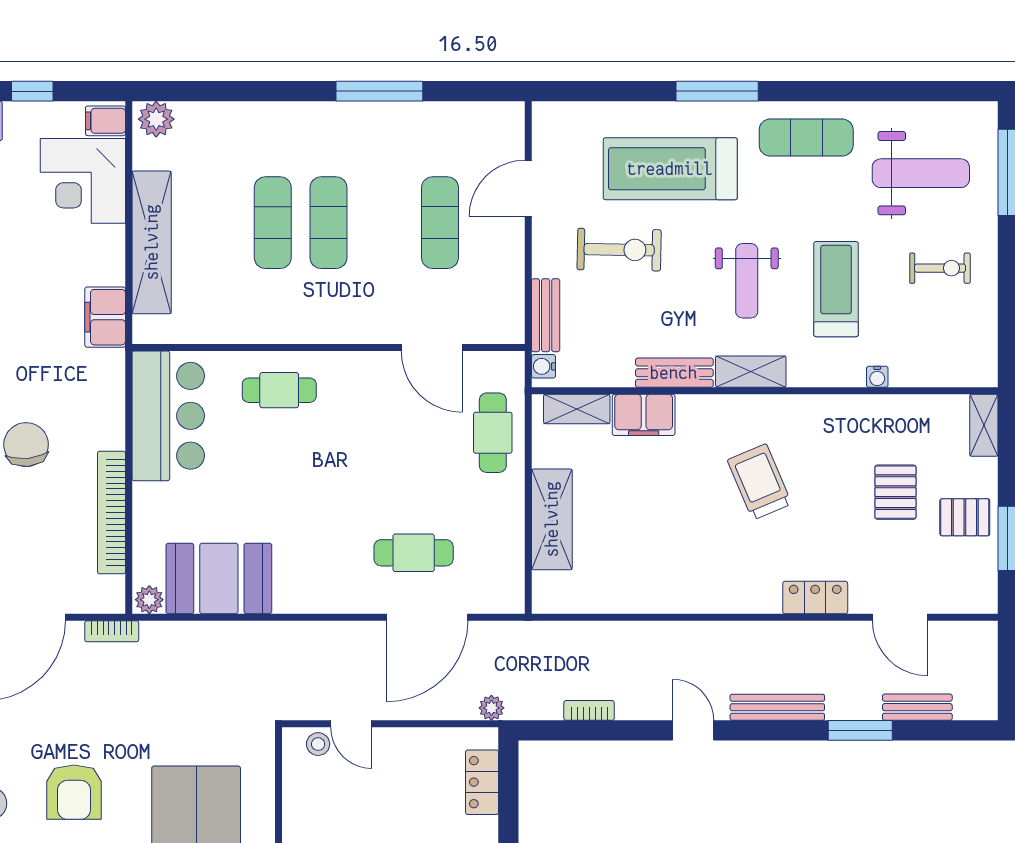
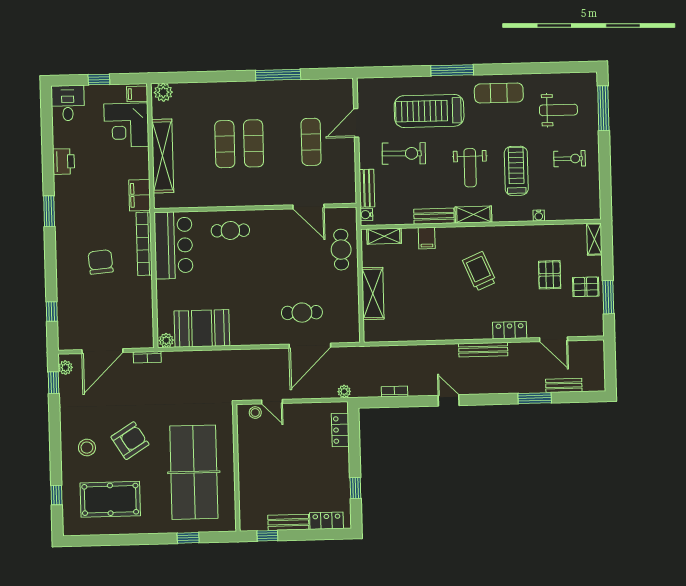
weight bench: (921, 173) -> (558, 110), width x0.73, depth x0.75
filing cabinet: (644, 415) -> (427, 238), width x0.50
bookcase: (111, 512) -> (144, 244), moved
bench: (777, 707) -> (483, 350), moved
armchair: (74, 792) -> (130, 441), turned -122

